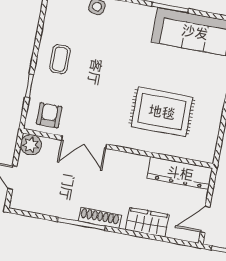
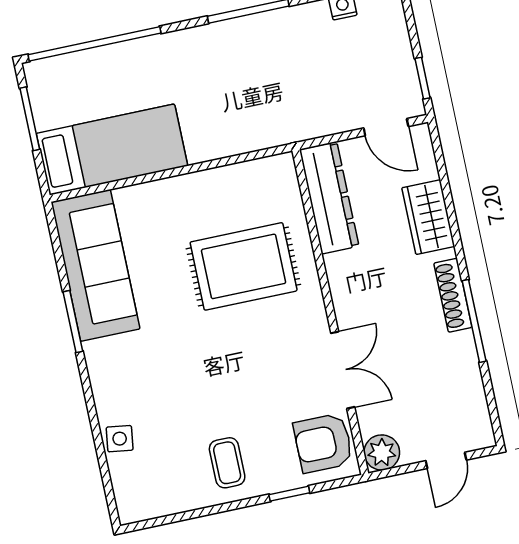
coffee table: (60, 59) -> (227, 463), turned 90
rug: (162, 112) -> (244, 266), turned 90
armchair: (49, 115) -> (323, 443), width x1.38, depth x1.38

